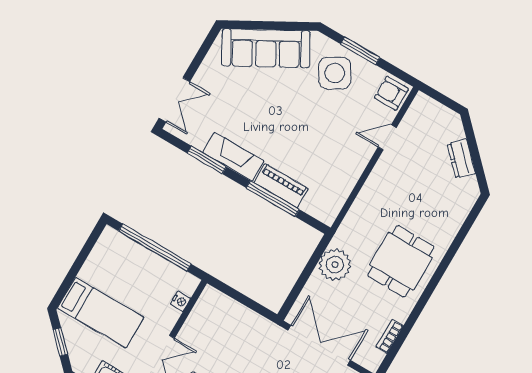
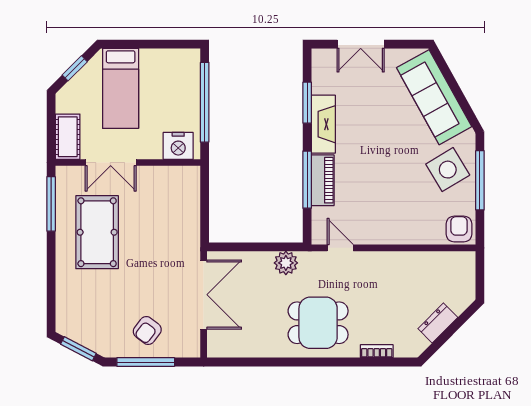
window: (360, 51) -> (480, 180), width x1.44
double door: (174, 100) -> (361, 44), moved
door: (387, 137) -> (340, 248), moved
plant: (335, 265) -> (286, 263), width x0.73, depth x0.73
nightstand: (180, 301) -> (178, 146), width x1.89, depth x1.79
bookcase: (390, 336) -> (377, 351), moved

